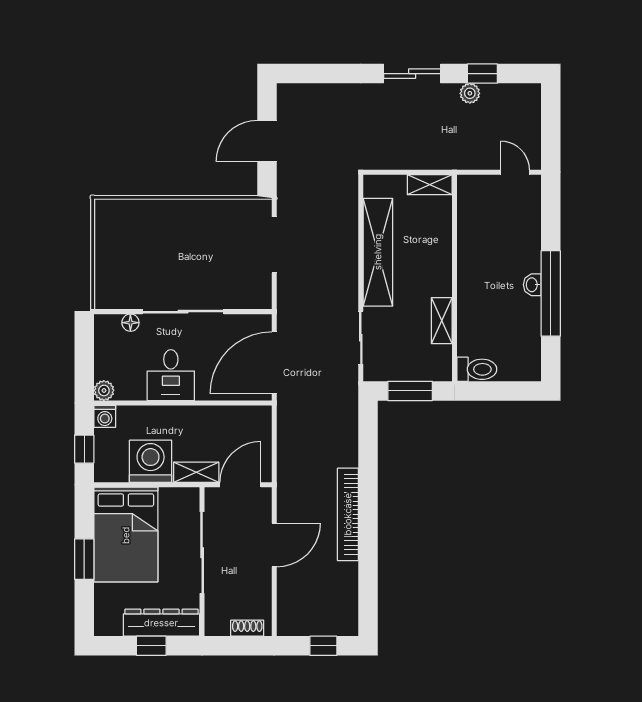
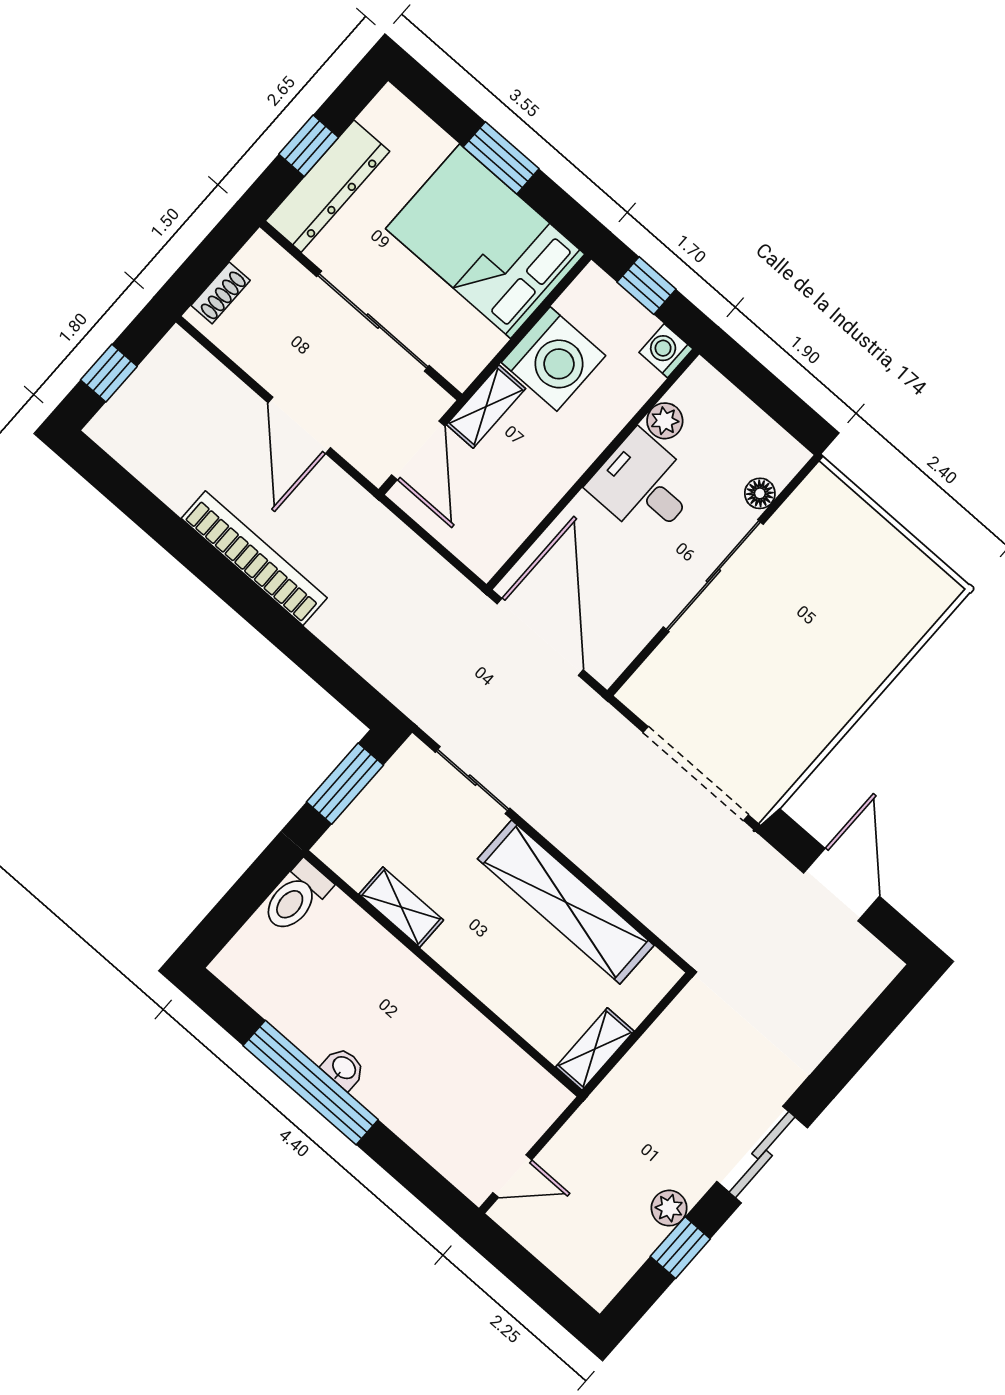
doorway: (274, 245) -> (696, 774), width x1.36
plant: (104, 390) -> (665, 421), moved

